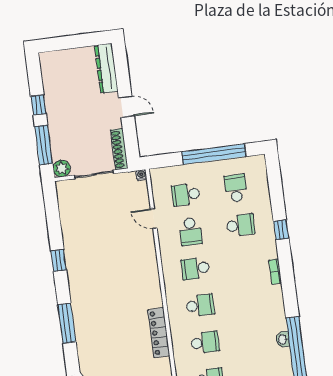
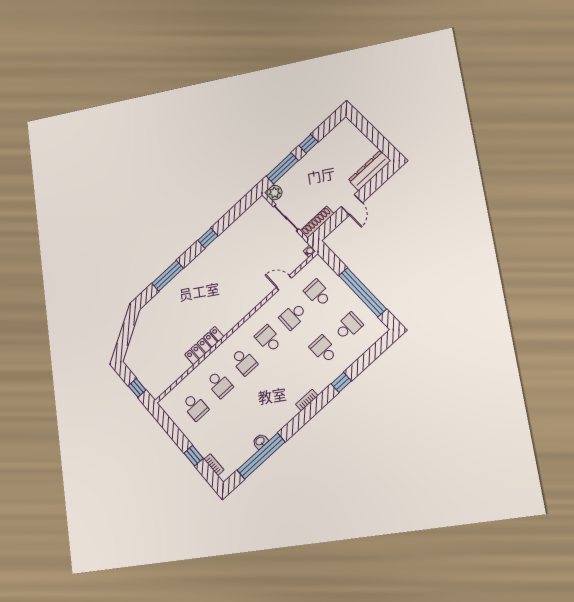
door: (154, 219) -> (284, 283), hinge flipped
school desk: (241, 225) -> (323, 349), turned 180

